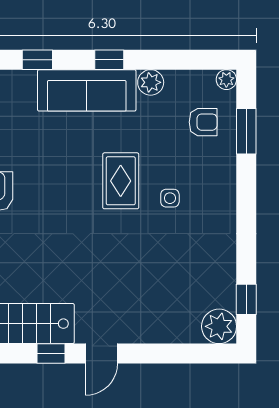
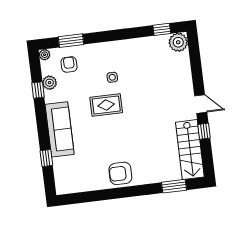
window: (109, 60) -> (38, 90), moved
plant: (151, 82) -> (50, 83), moved

